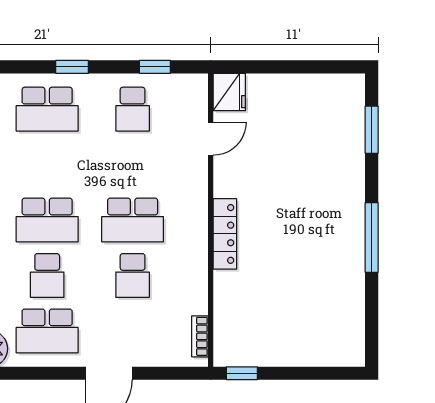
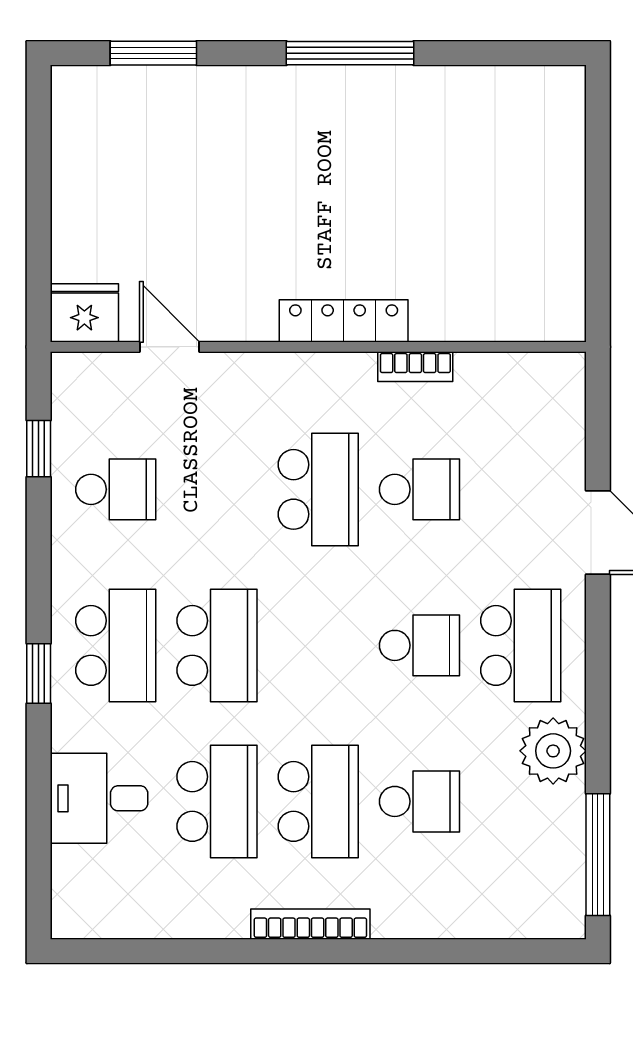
window: (72, 67) -> (39, 674), moved
school desk: (47, 220) -> (217, 645), moved
bookcase: (200, 336) -> (415, 367), moved
window: (242, 373) -> (598, 290), removed

